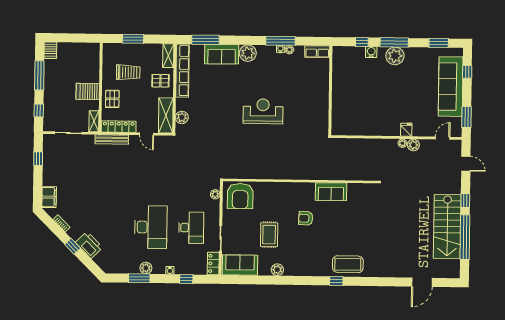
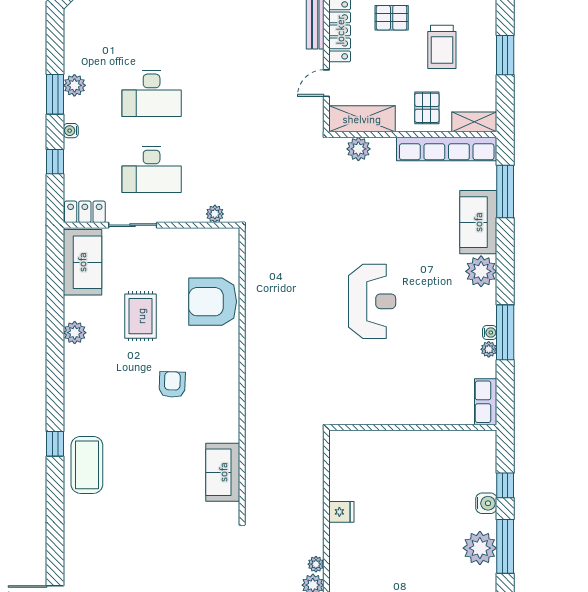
fridge: (406, 130) -> (341, 512), moved
sofa: (331, 192) -> (223, 472), moved
armchair: (240, 196) -> (213, 302), moved
desk: (151, 227) -> (152, 93), width x0.73, depth x0.77
rug: (269, 235) -> (141, 316), turned 90
window: (139, 278) -> (55, 94), moved

